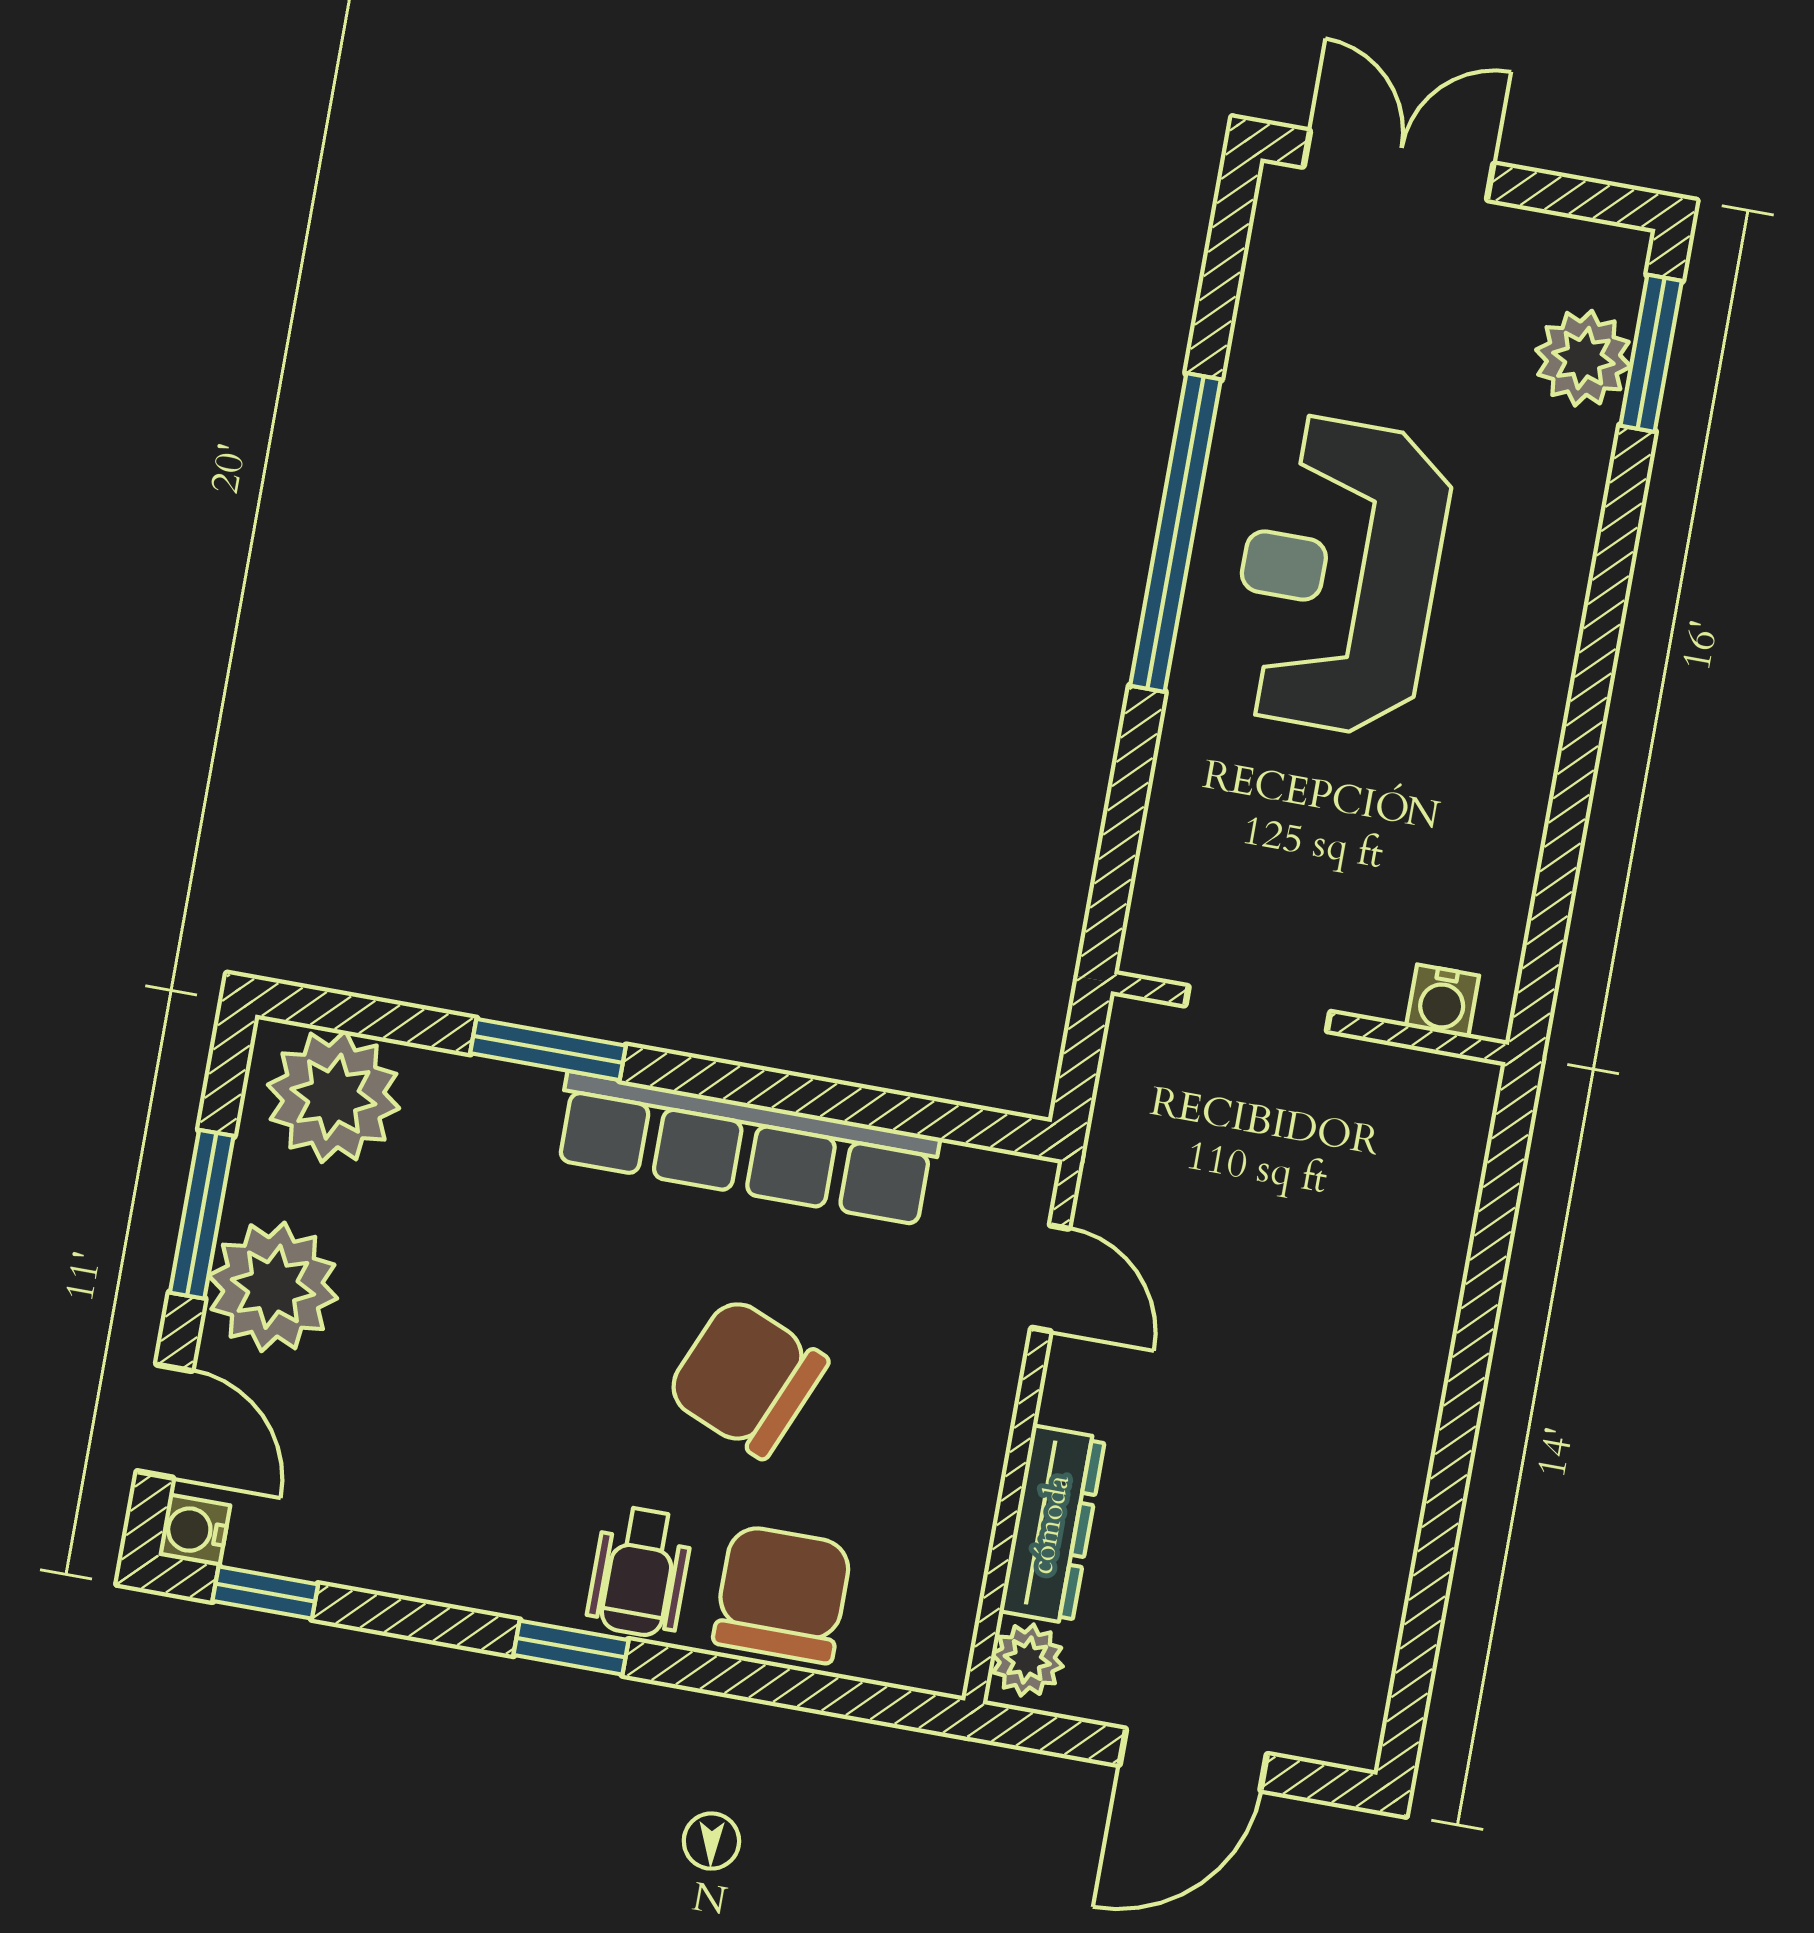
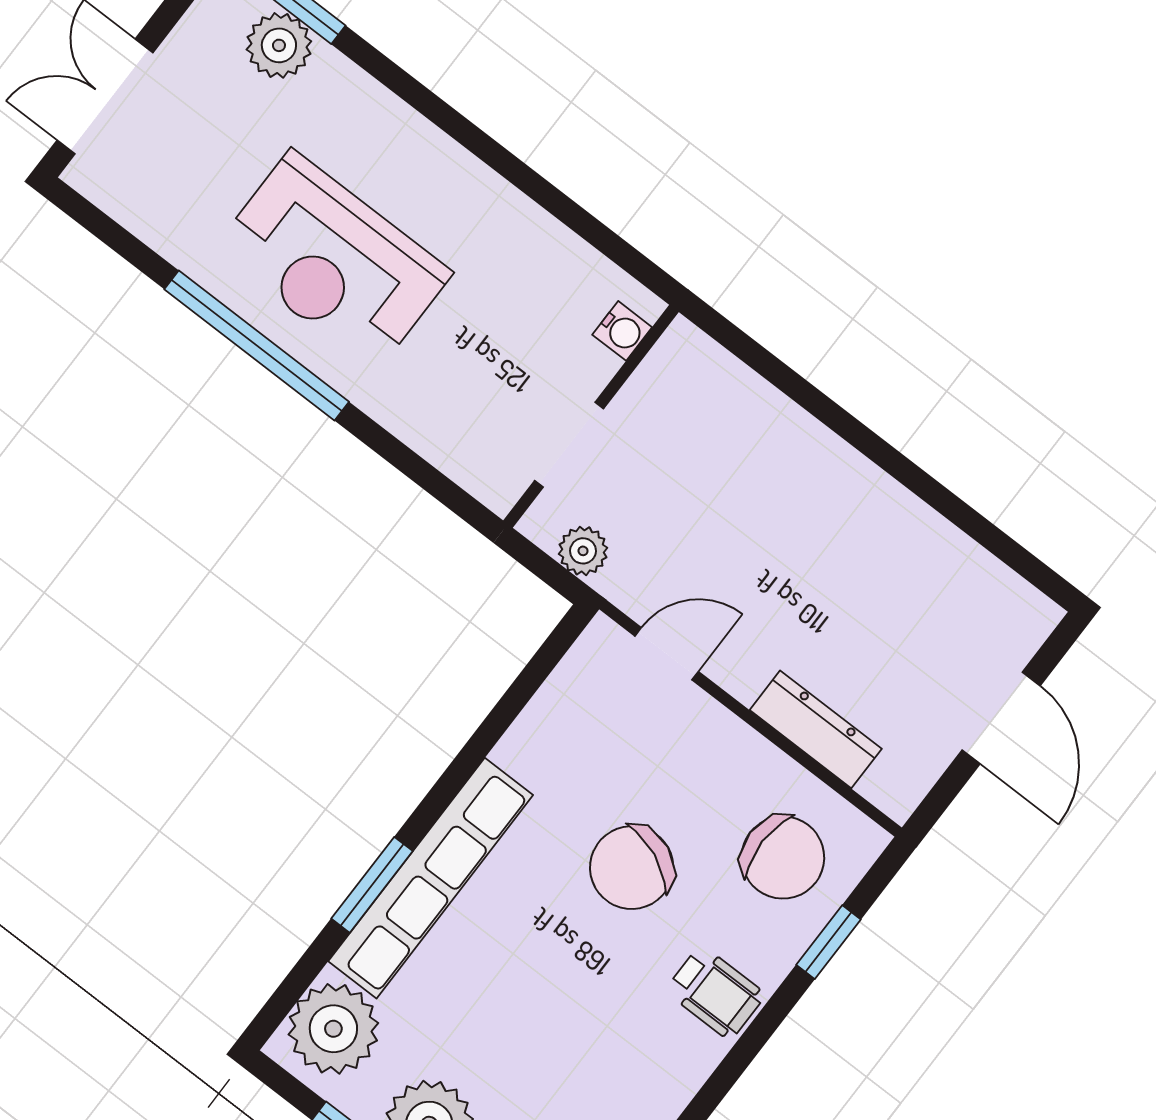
row of seats: (746, 1148) -> (431, 878), moved
chair: (782, 1594) -> (783, 858), moved, turned 180
window: (571, 1648) -> (829, 942), moved
plant: (1027, 1660) -> (583, 551), moved

